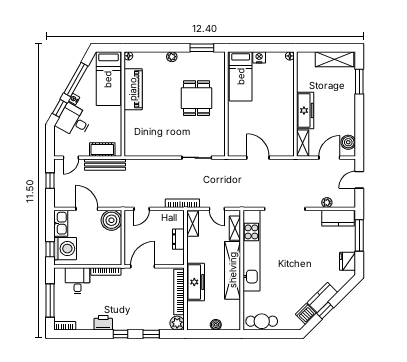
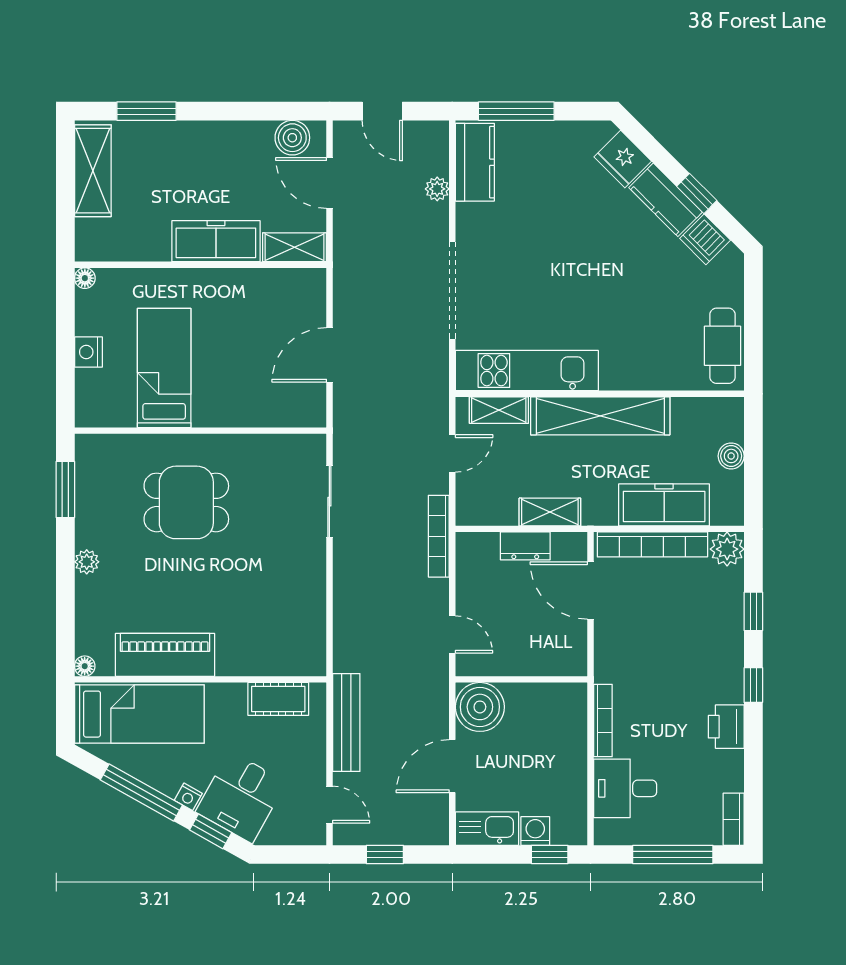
bed: (241, 76) -> (164, 368), moved, turned -90
cot: (102, 150) -> (278, 699), moved, turned 90
shelving: (193, 224) -> (550, 512), moved
washing machine: (65, 249) -> (535, 831), width x0.53, depth x0.53
kitchen unit: (251, 251) -> (527, 371), width x0.73
fridge: (348, 261) -> (623, 159), moved, turned 45
door: (143, 266) -> (591, 590), moved
freezer: (196, 282) -> (664, 505), moved

